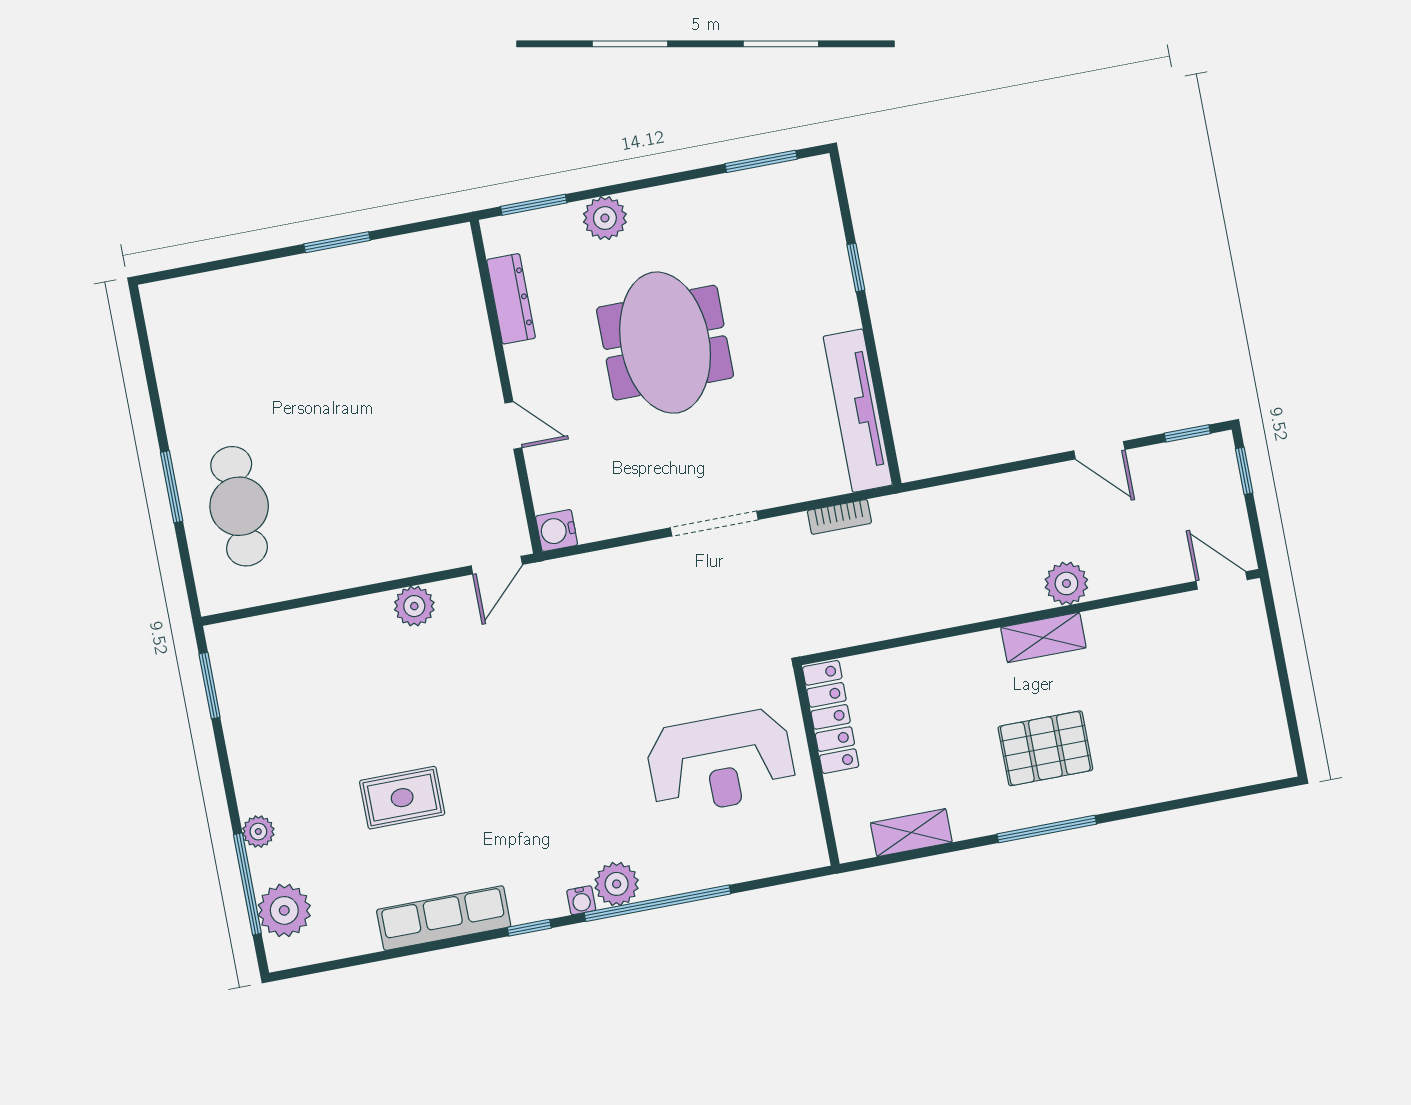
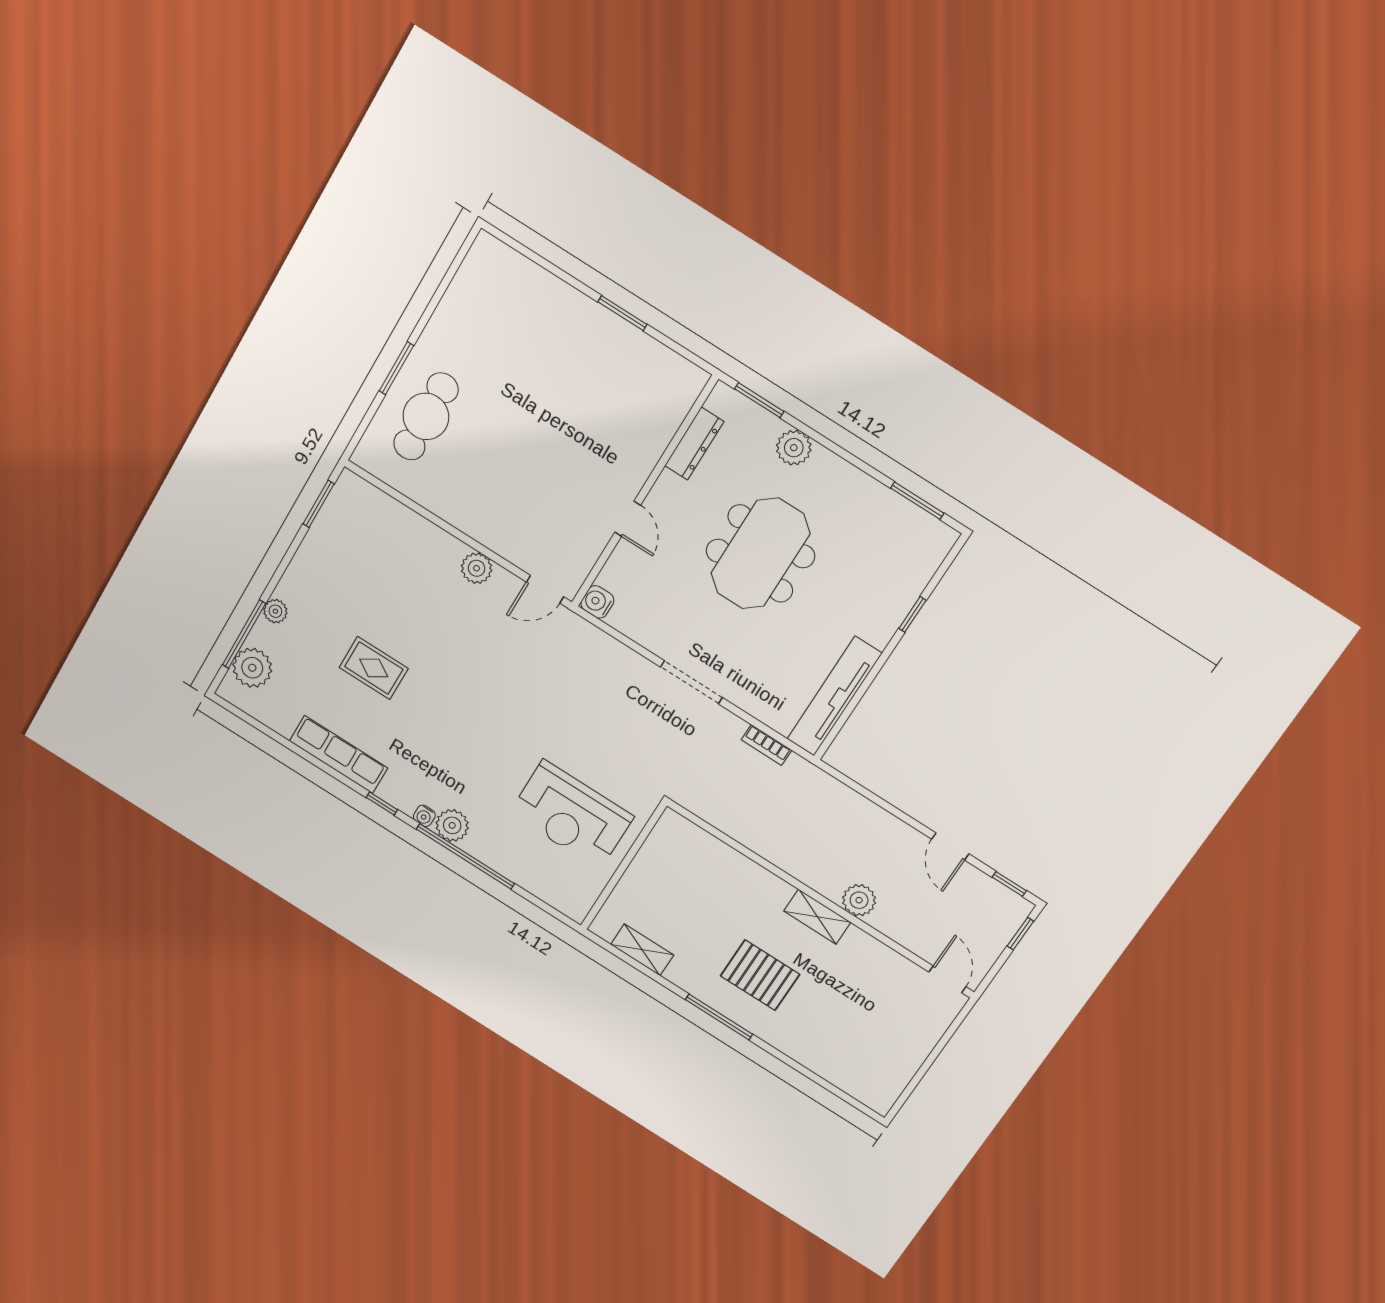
locker: (831, 717) -> (656, 848), removed

